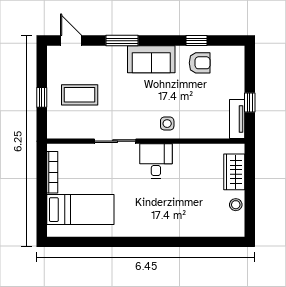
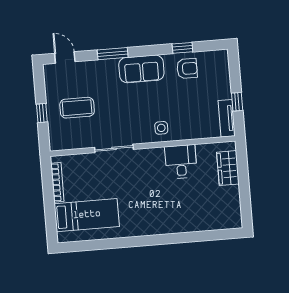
desk: (156, 161) -> (181, 162), moved
stool: (236, 205) -> (232, 199), removed

